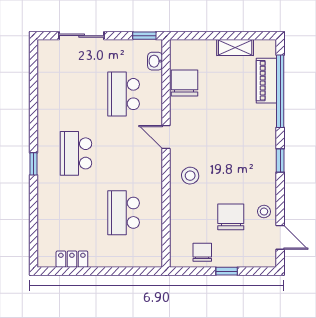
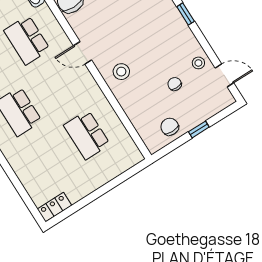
chair: (231, 217) -> (175, 84), width x0.54, depth x0.54
locker: (72, 259) -> (54, 207), moved

